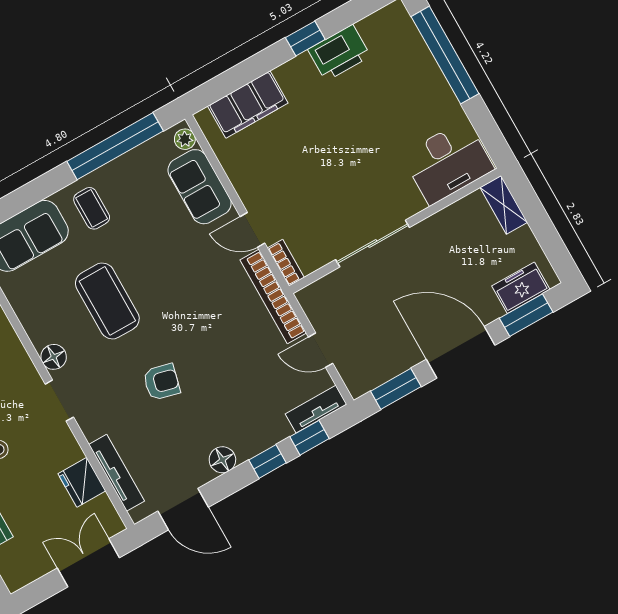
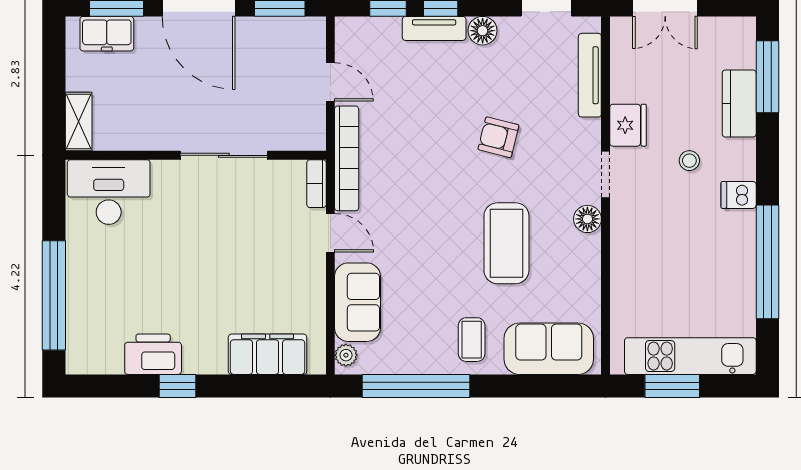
tv unit: (316, 409) -> (434, 28), moved
fridge: (82, 482) -> (628, 125), moved

